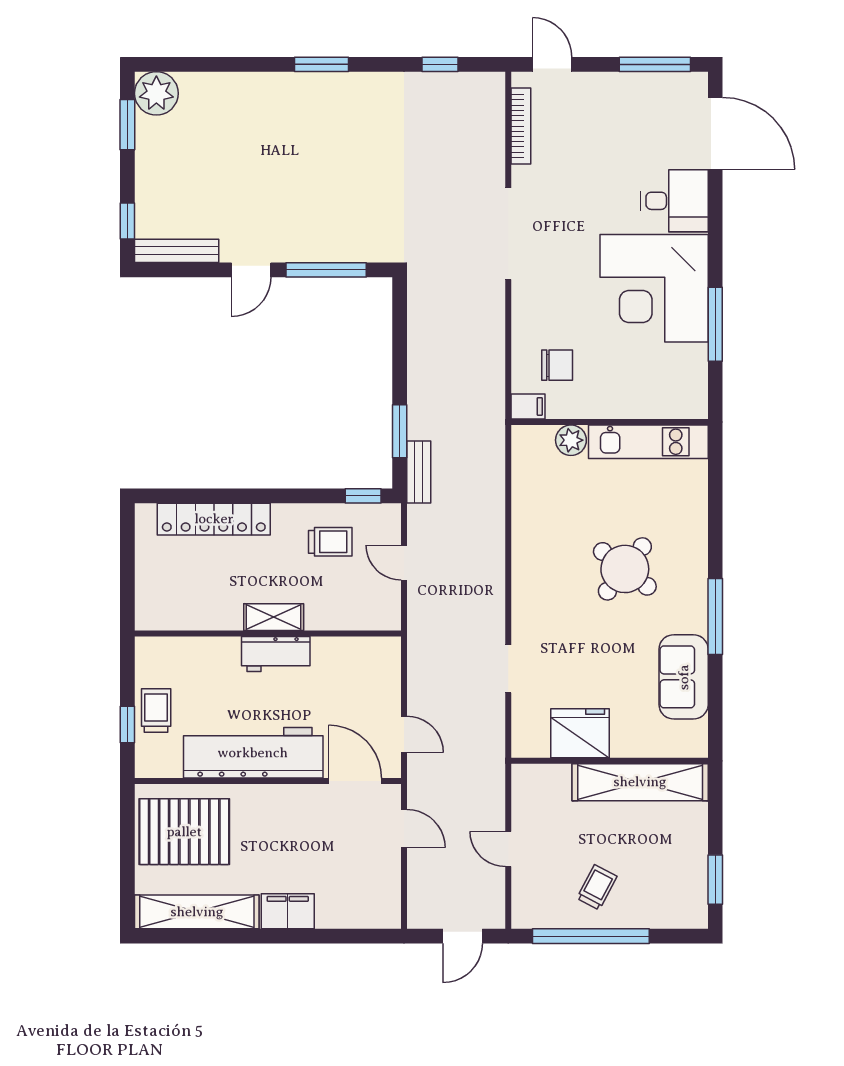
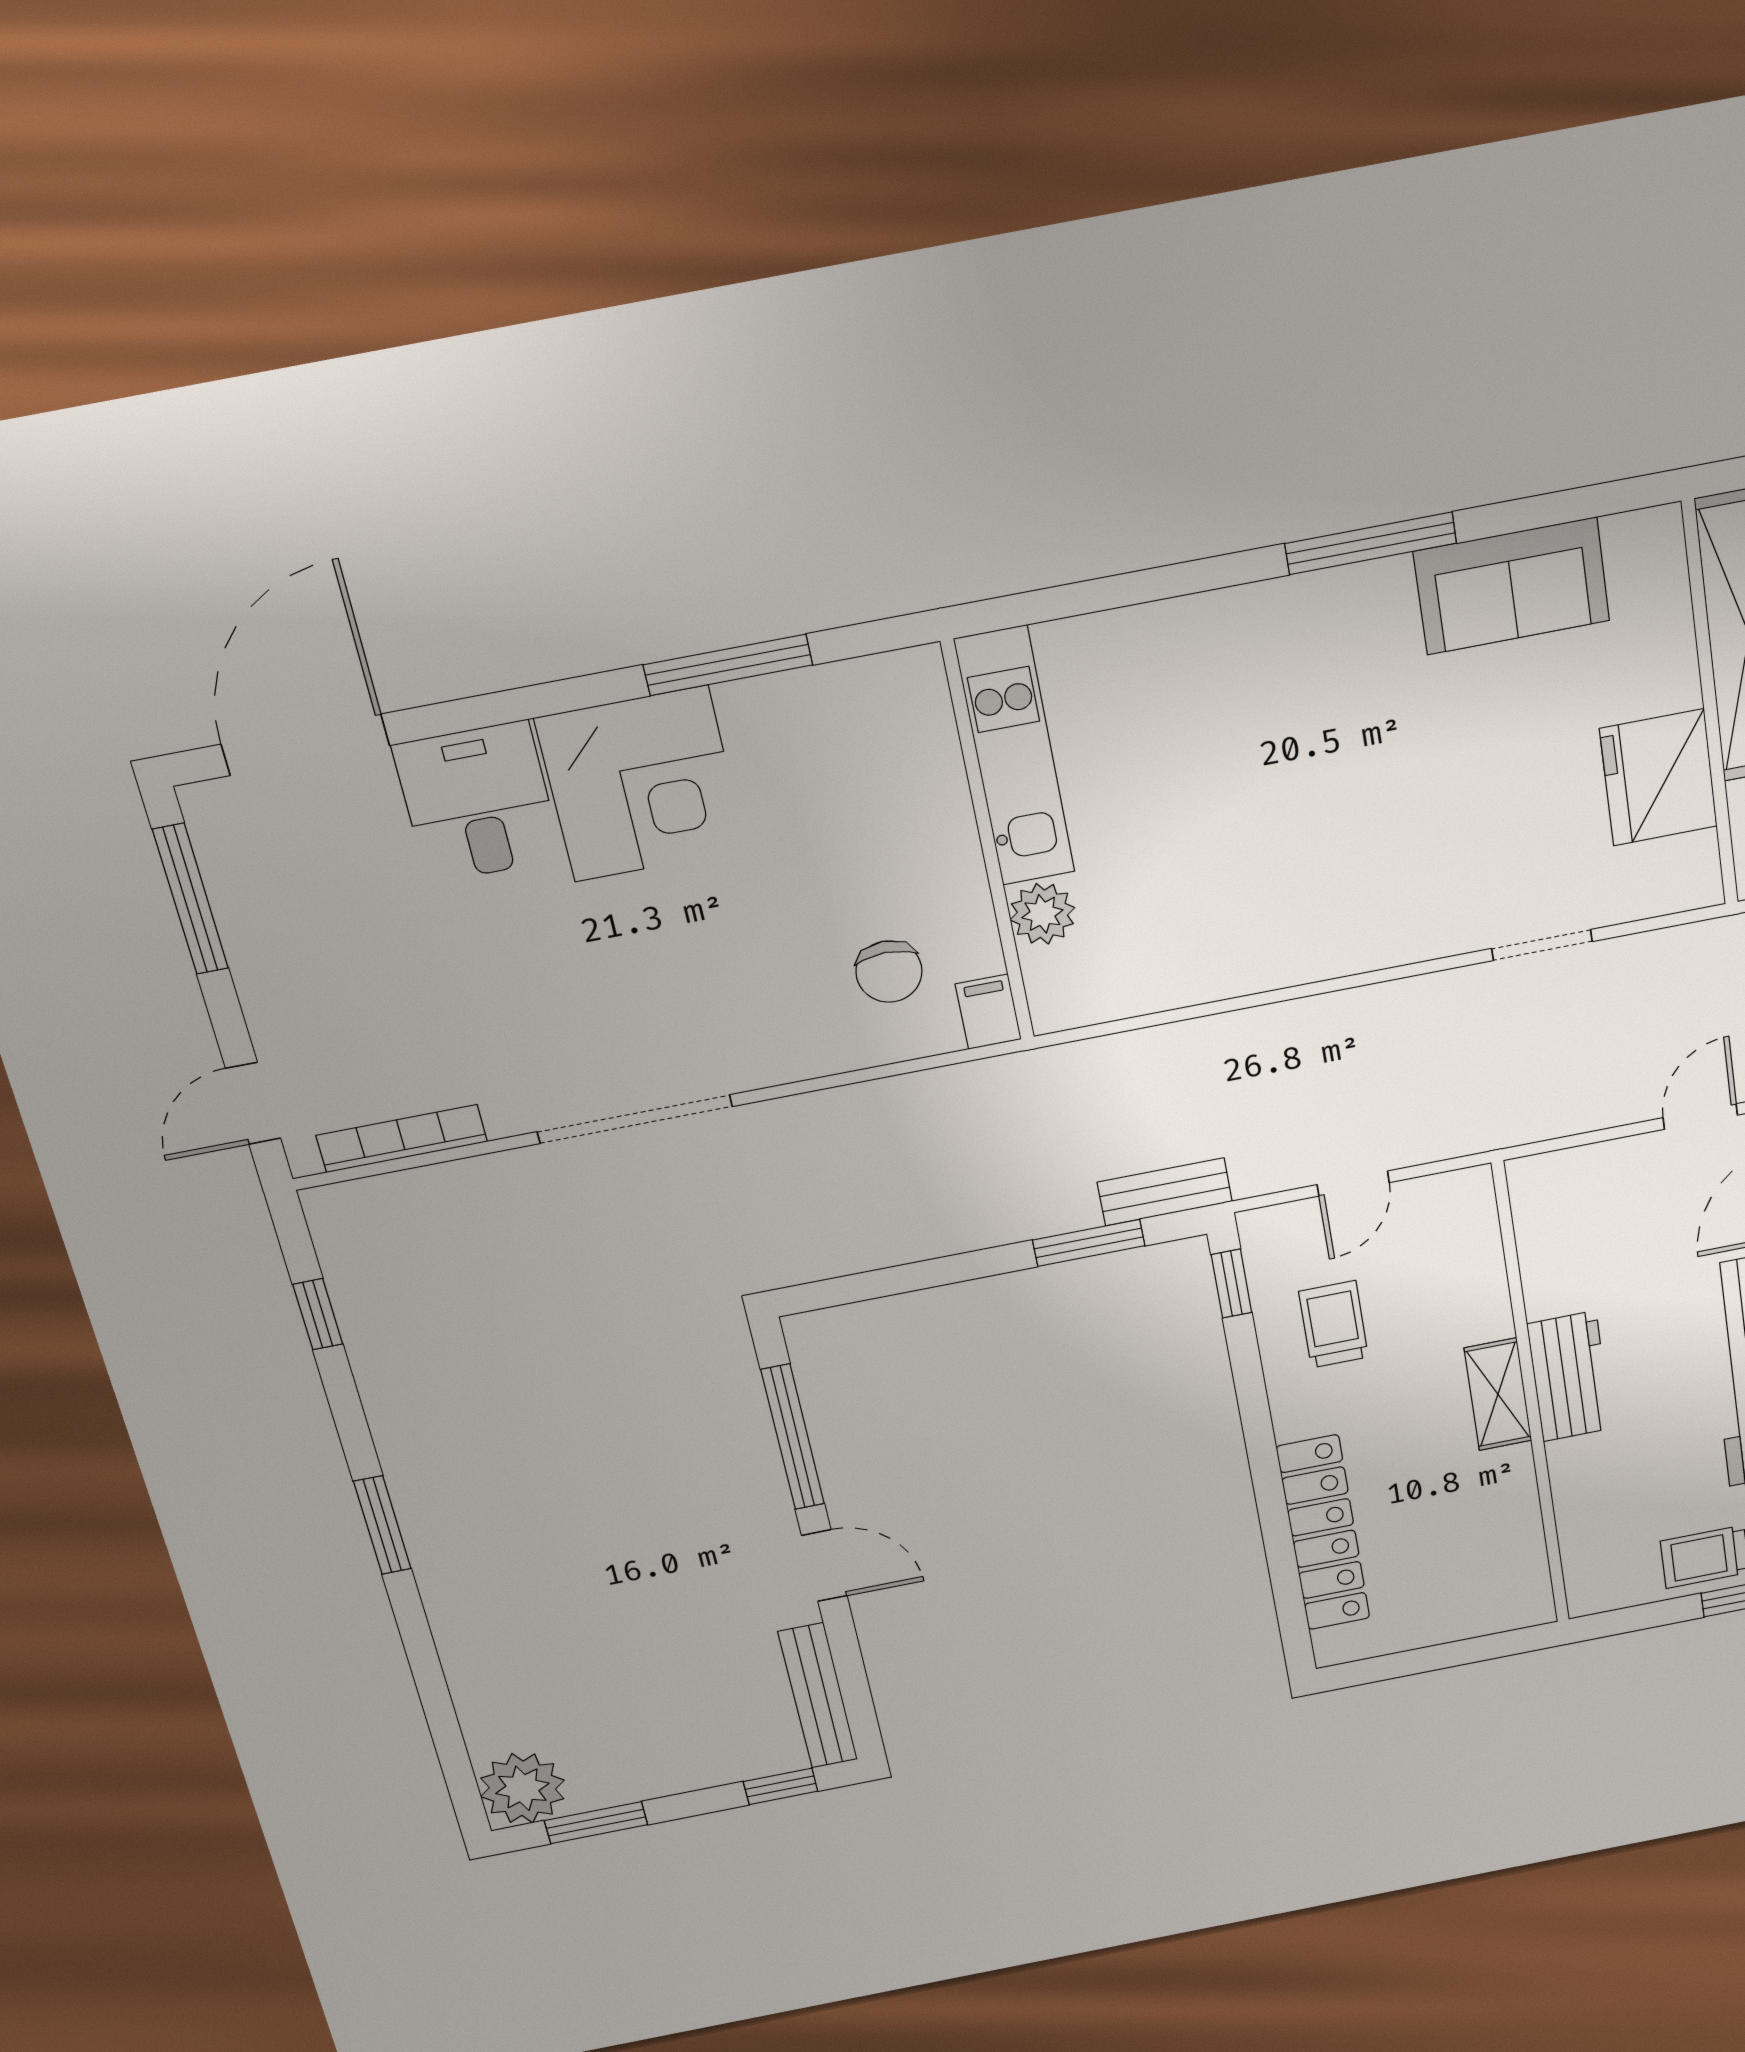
corner desk: (654, 288) -> (641, 784), width x0.74, depth x0.74
chair: (557, 365) -> (889, 972), turned 180
round table: (625, 569) -> (1297, 753), removed

